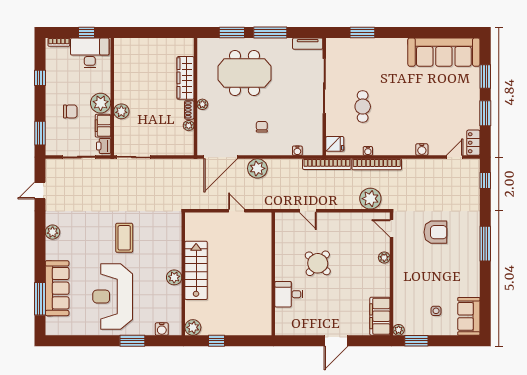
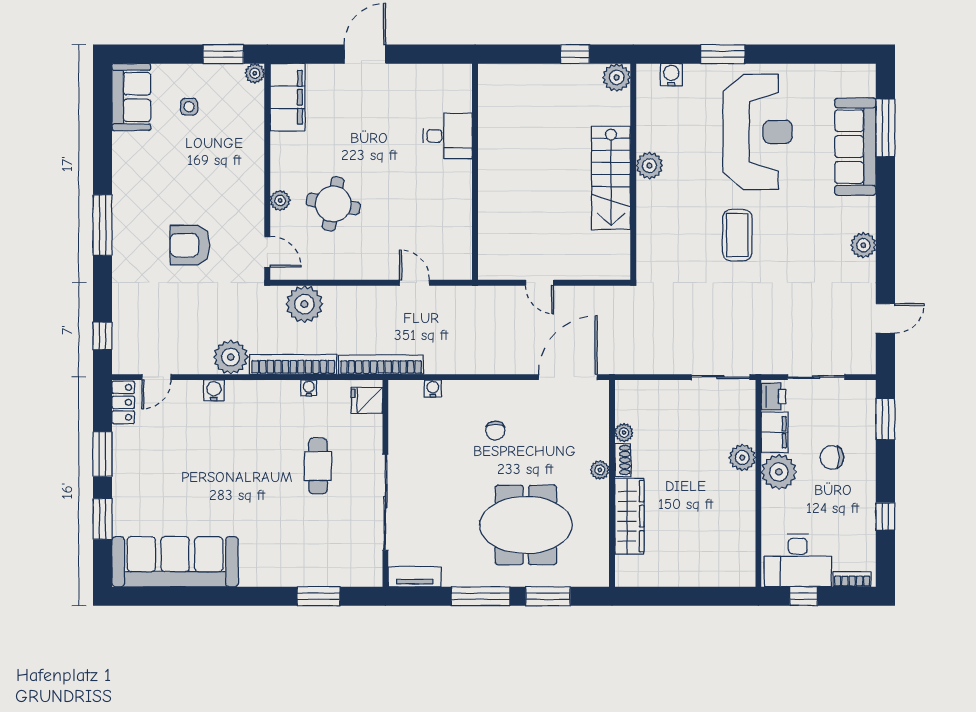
plant: (257, 168) -> (231, 357), moved
round table: (318, 263) -> (333, 204), moved, turned -31

